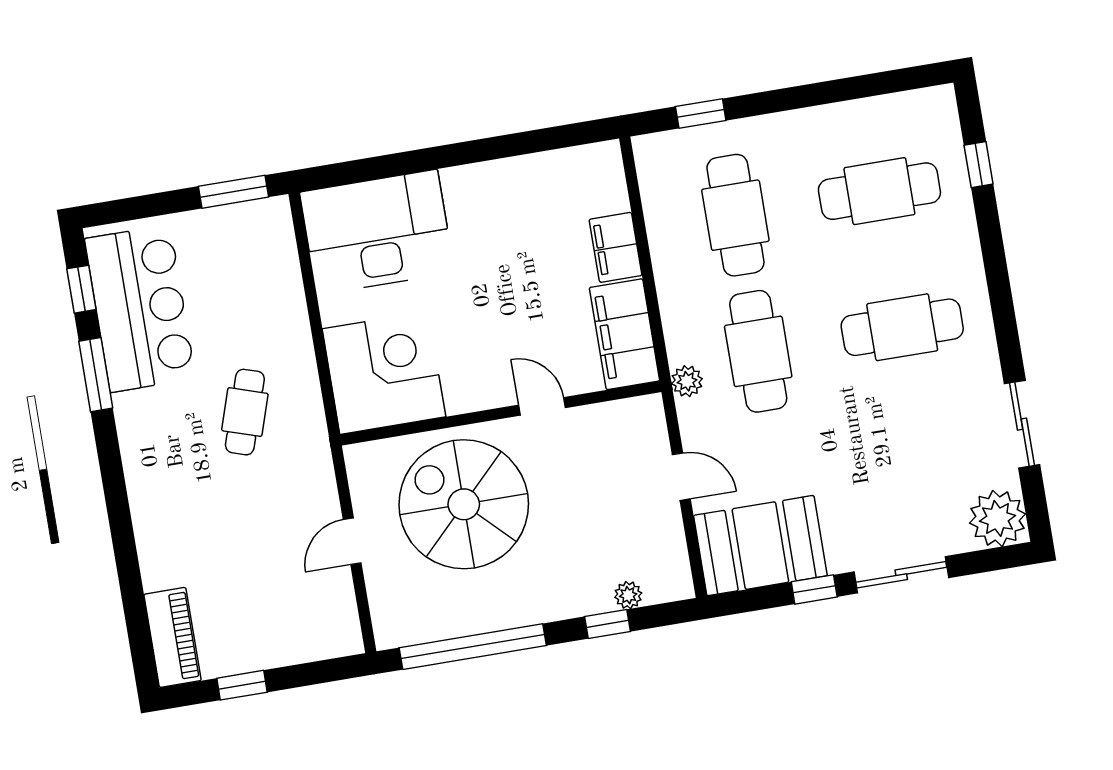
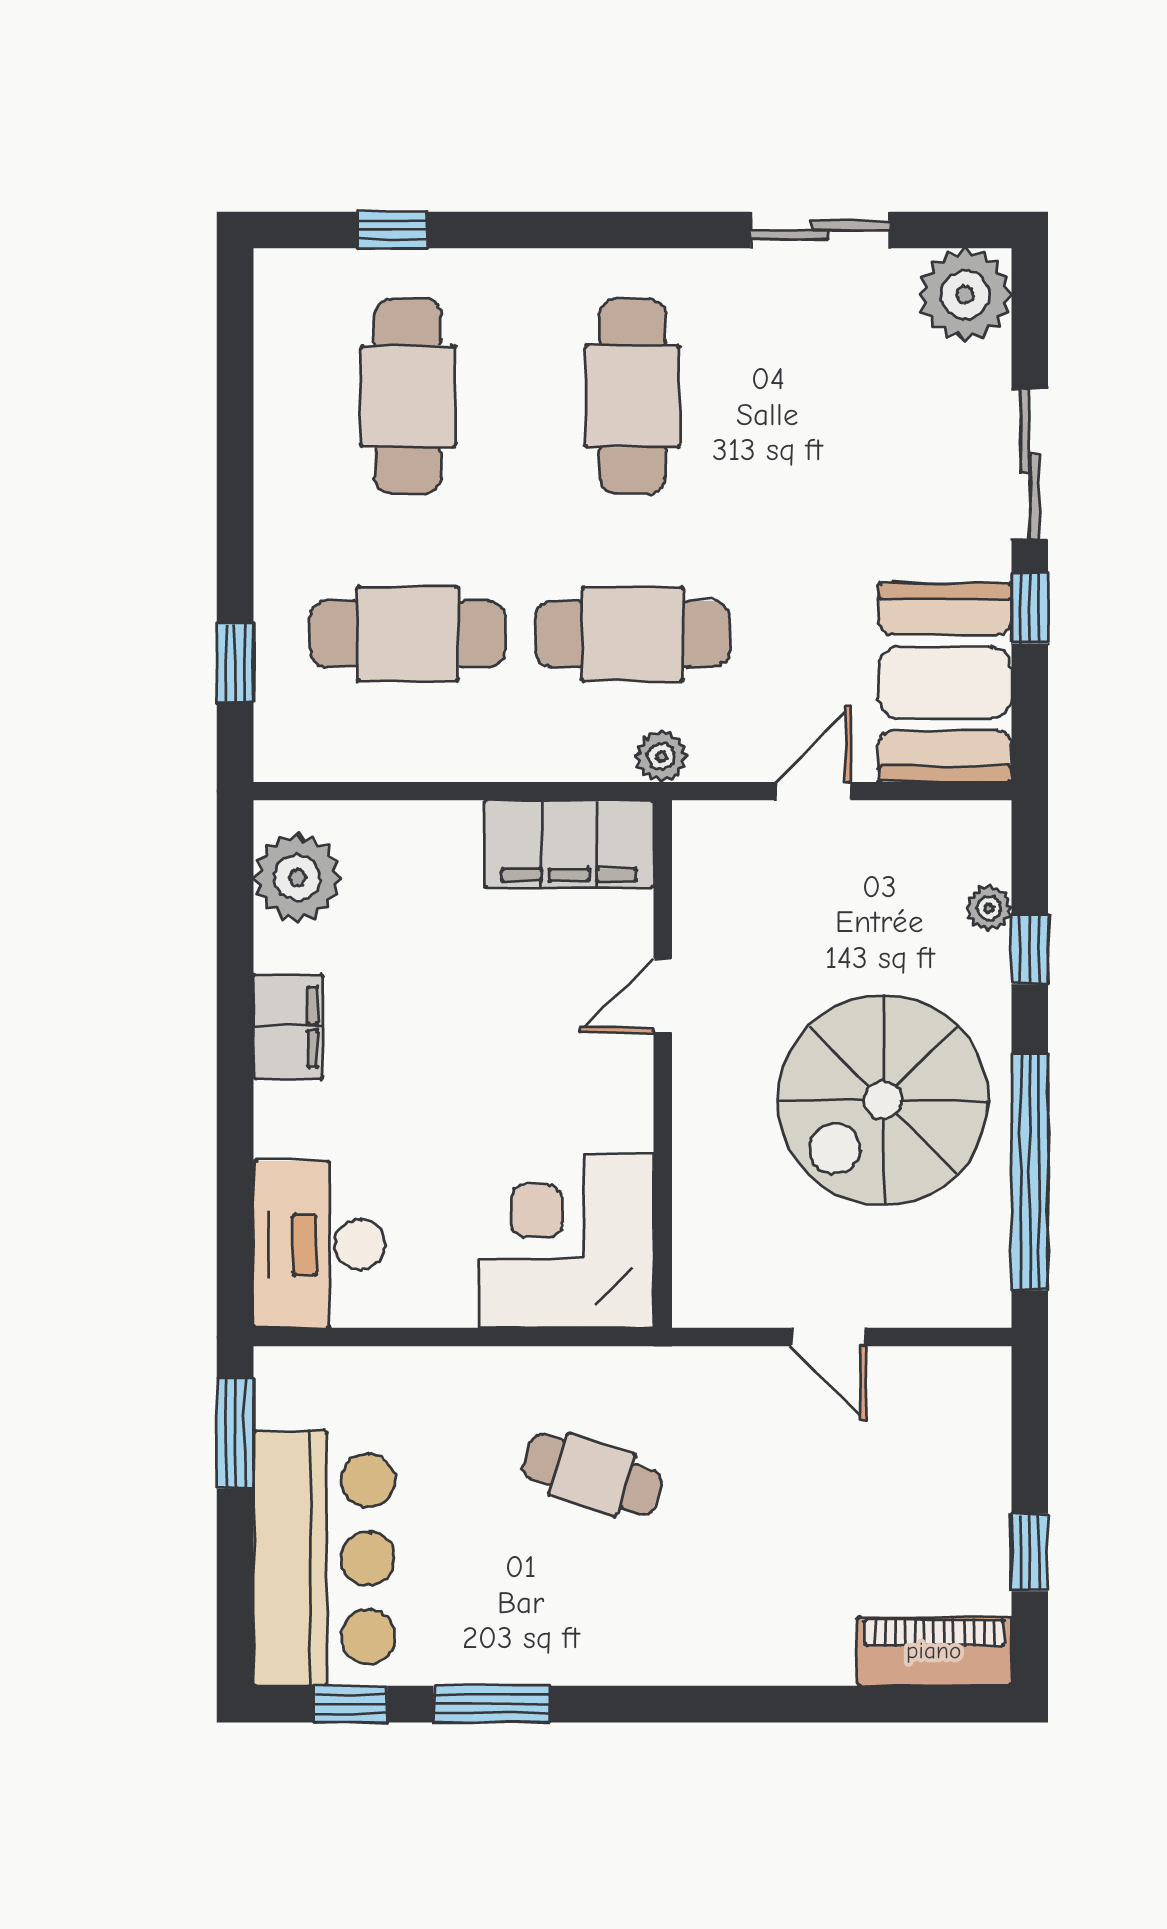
plant: (577, 173) -> (297, 878), added
desk: (377, 232) -> (319, 1244), width x0.73, depth x0.77
filing cabinet: (616, 247) -> (288, 1027), moved, turned -90
bar counter: (140, 309) -> (324, 1558), moved, turned 90
spiral stairs: (464, 504) -> (883, 1100), moved

